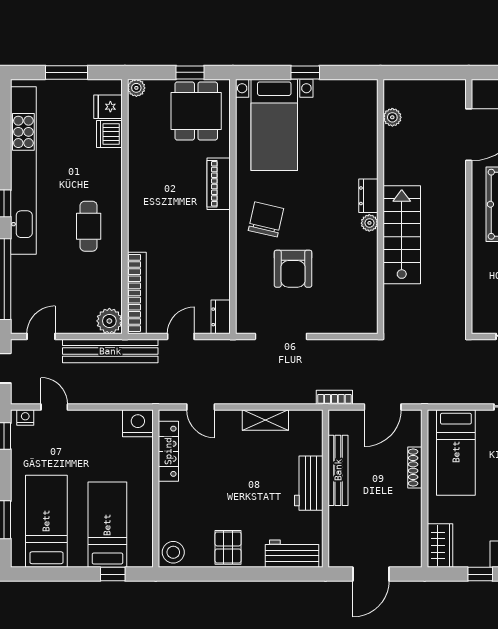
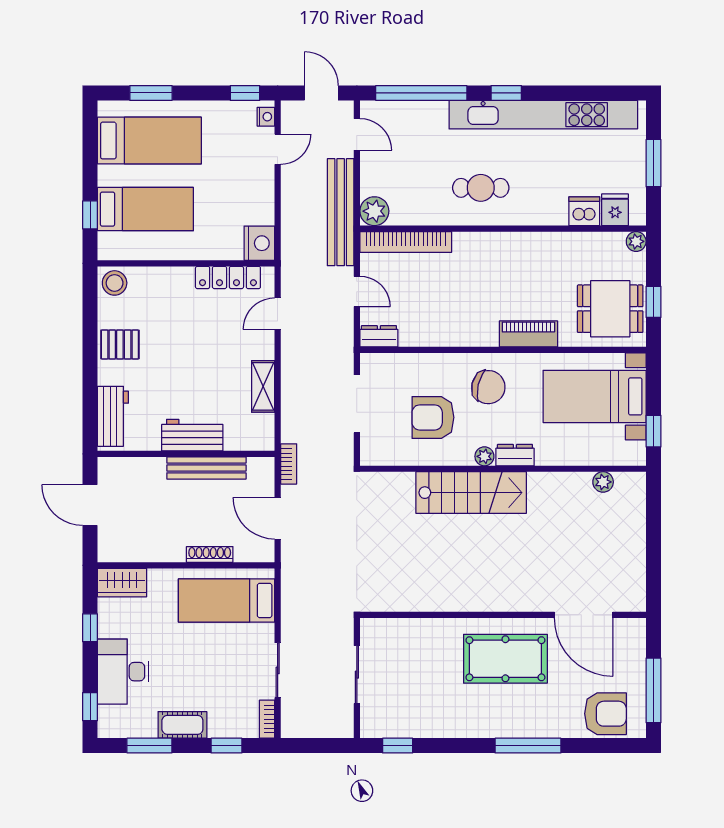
plant: (392, 117) -> (603, 482), moved
dresser: (368, 196) -> (515, 455), moved
wall: (381, 206) -> (503, 469), moved
plant: (369, 223) -> (484, 456), moved
stairs: (402, 235) -> (471, 493), moved

